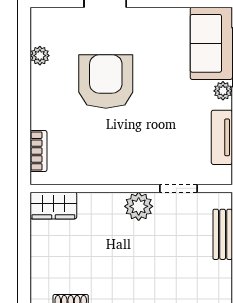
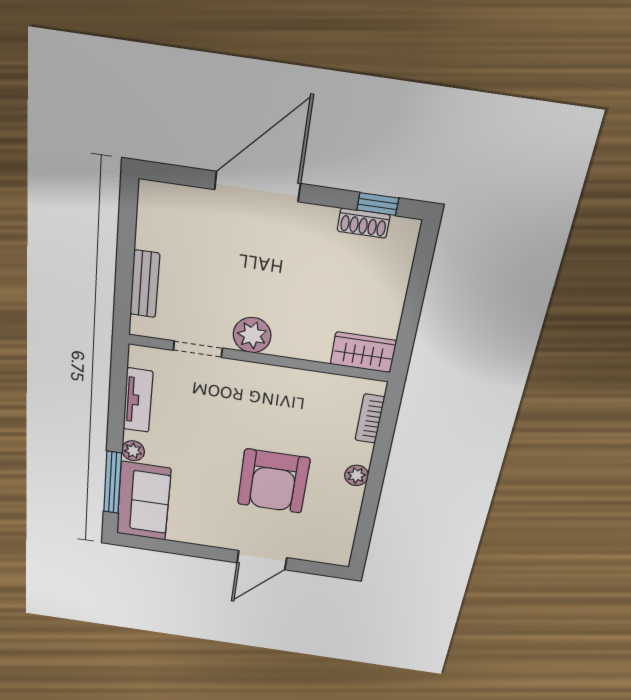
plant: (40, 56) -> (356, 475), moved

